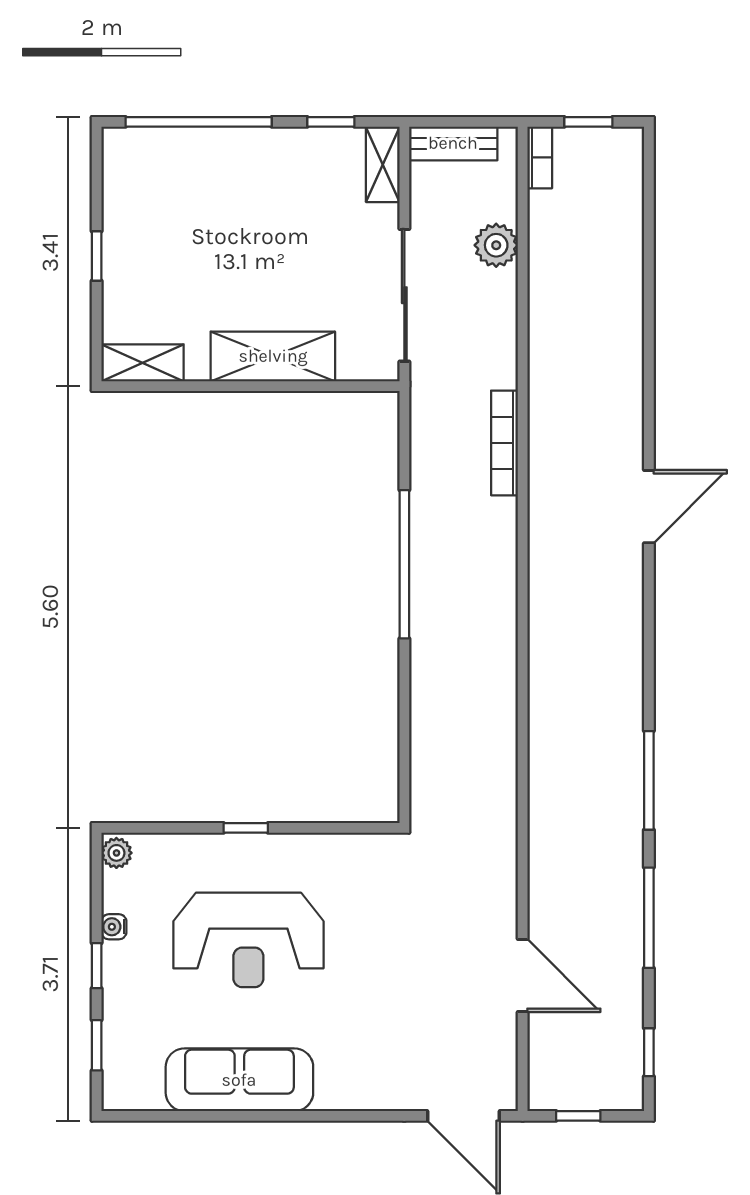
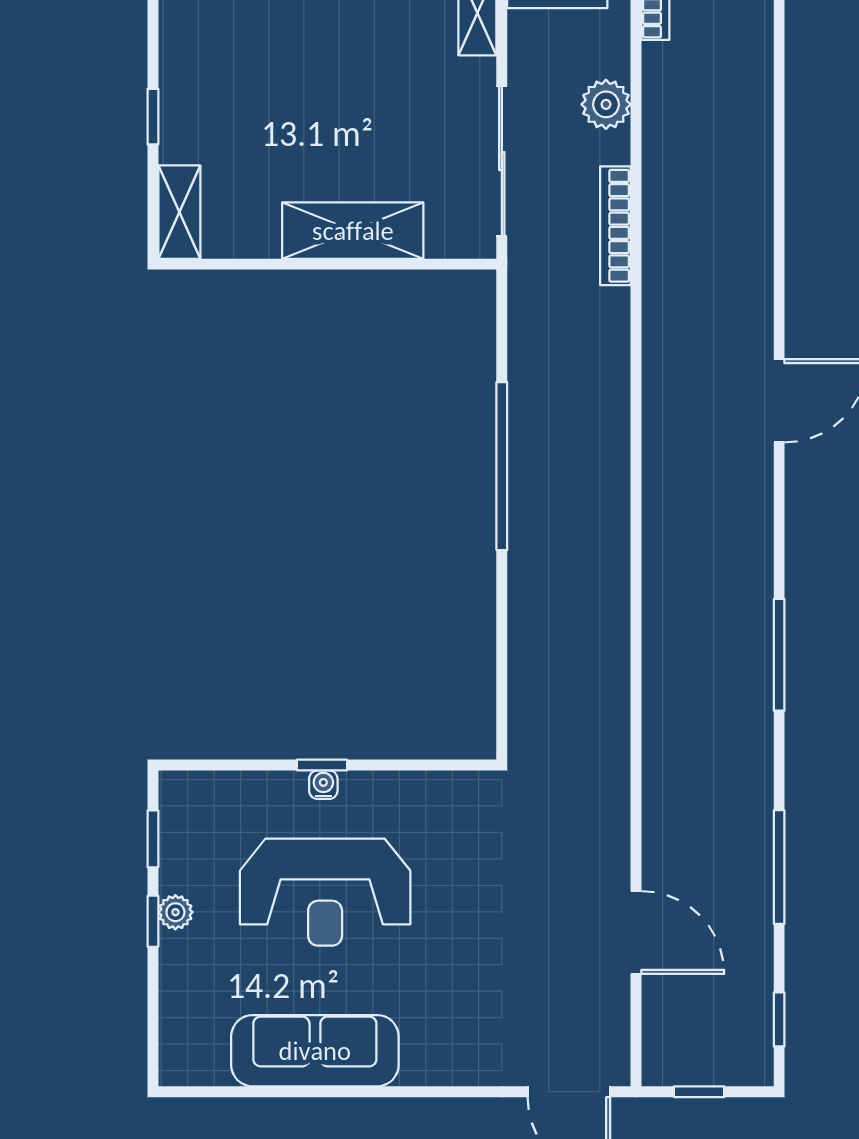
shelving: (142, 363) -> (179, 212), moved, turned 90
bookcase: (504, 443) -> (615, 226), moved
window: (649, 780) -> (779, 655), moved
plant: (116, 853) -> (175, 912), moved
water cooler: (114, 927) -> (323, 785), moved, turned 90
window: (97, 1045) -> (153, 839), moved

